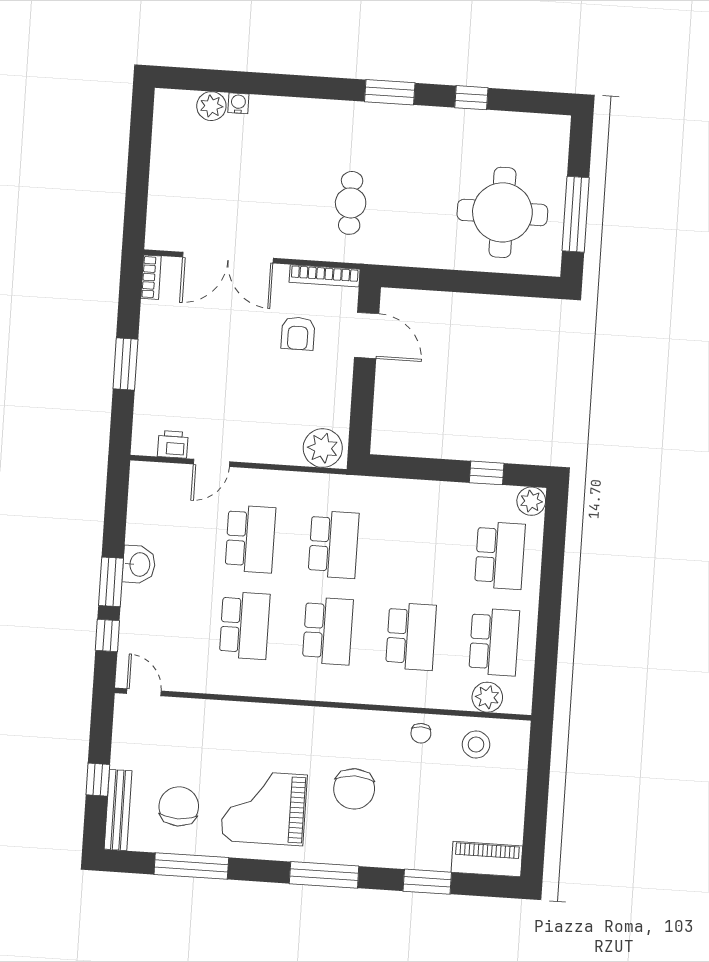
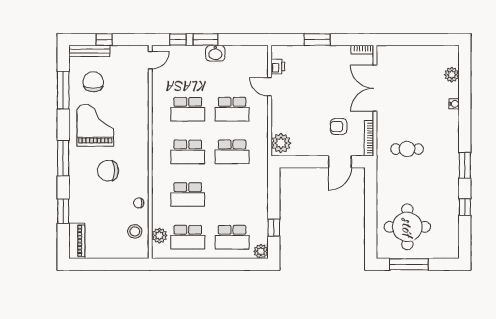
water cooler: (238, 103) -> (454, 104), moved
chair: (179, 806) -> (93, 82), turned -90

